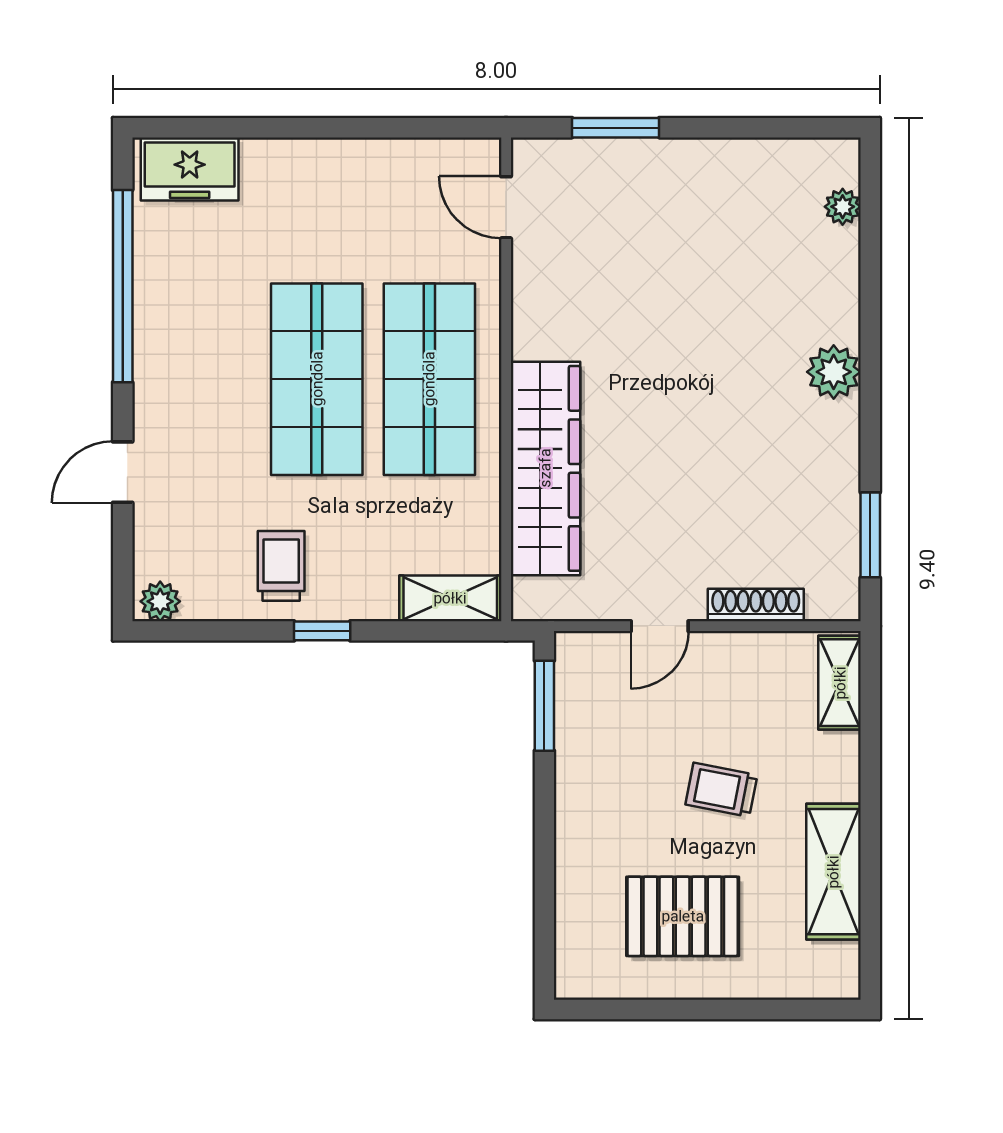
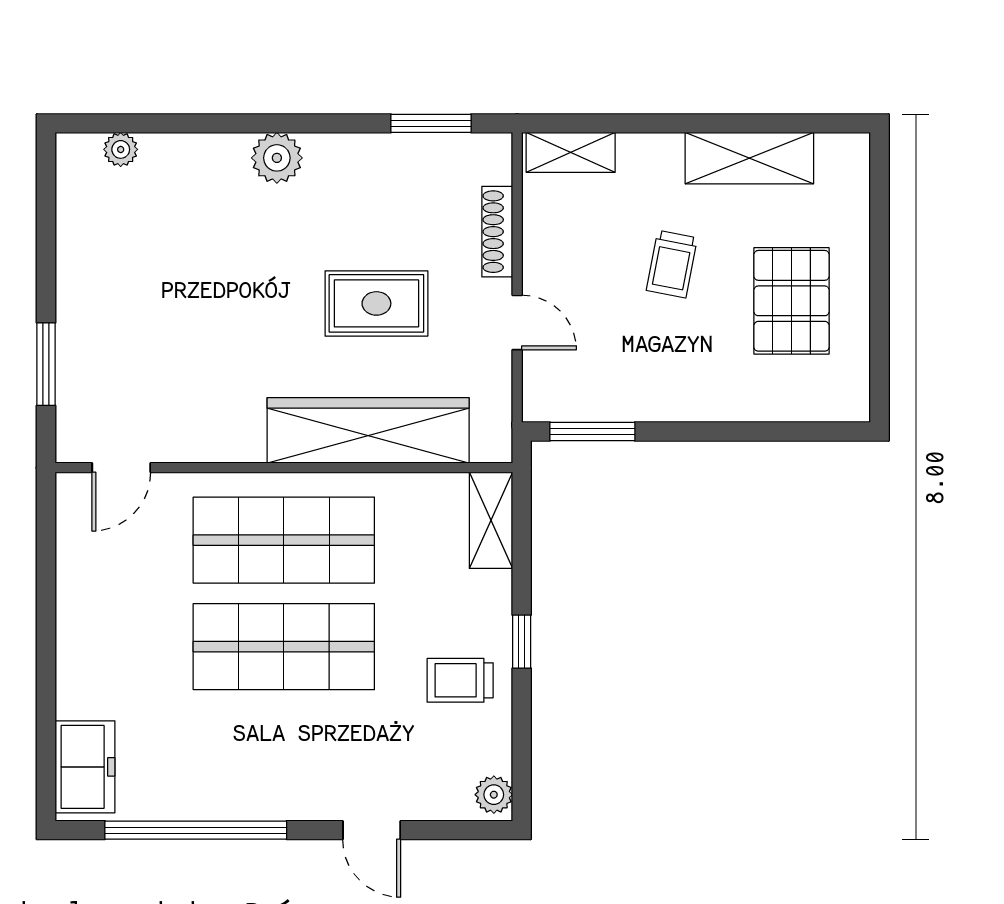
rug: (680, 477) -> (376, 303), added

